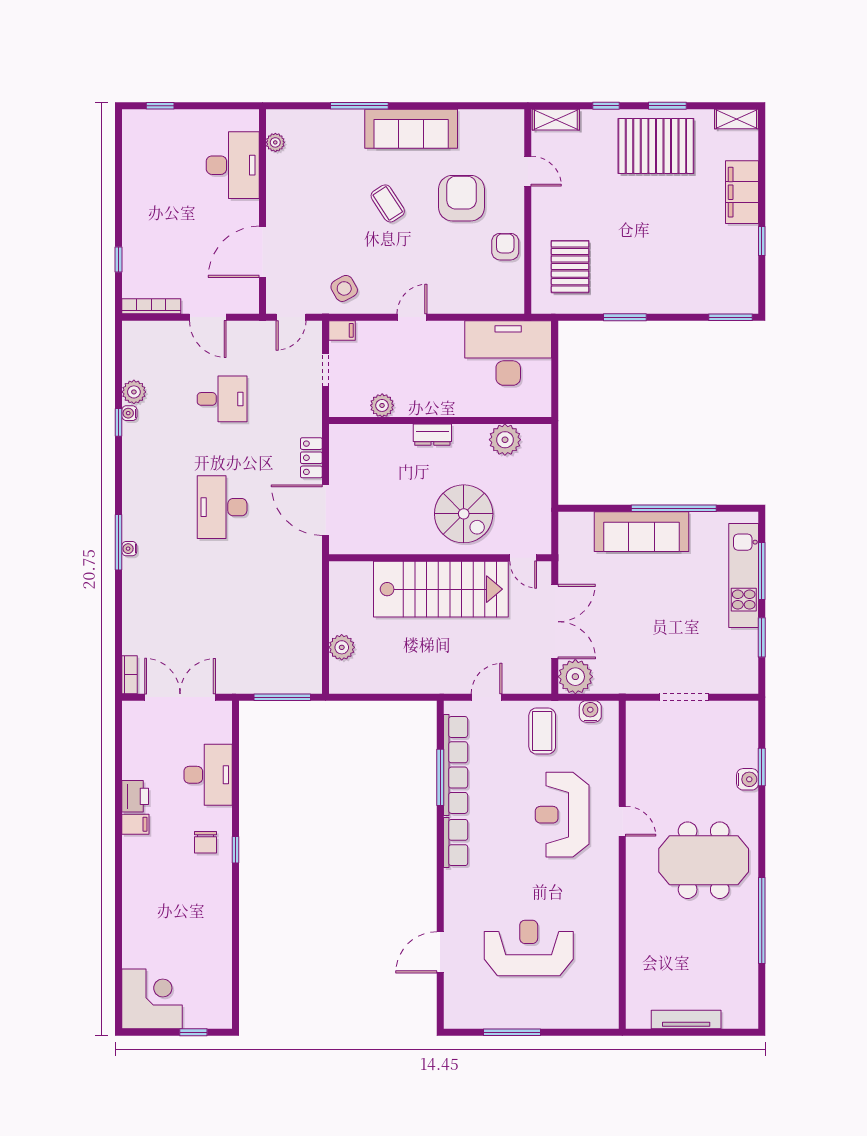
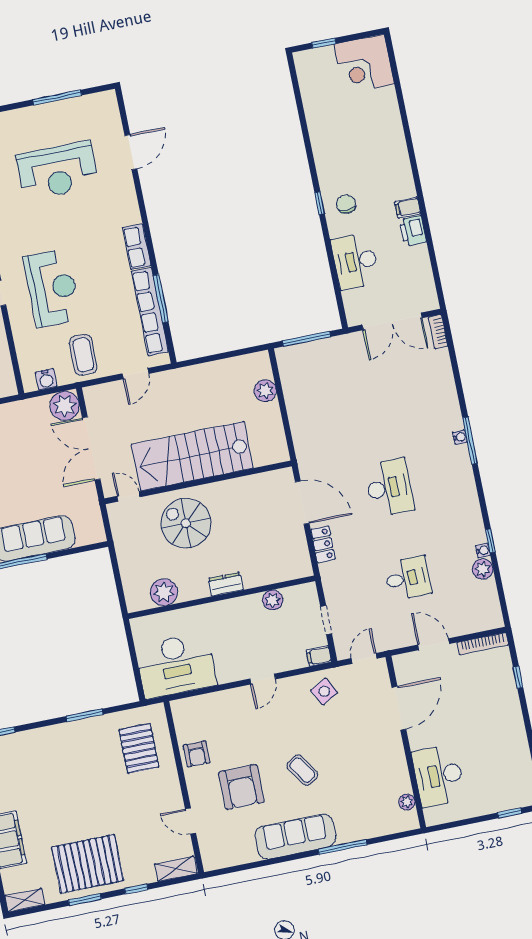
desk: (222, 399) -> (408, 578), turned 180

